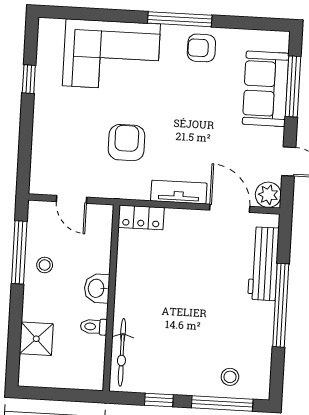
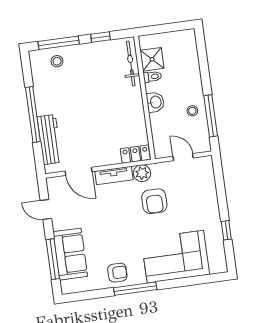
plant: (268, 195) -> (142, 173), moved
shower: (36, 339) -> (152, 59), moved

